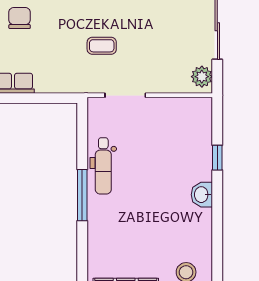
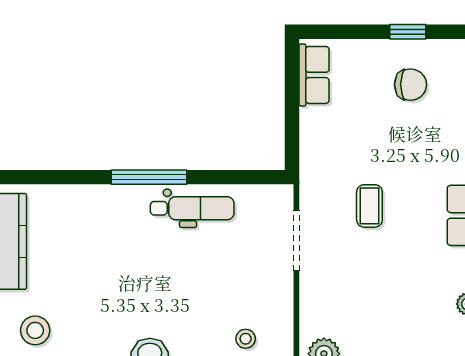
stool: (192, 130) -> (246, 339), added
dental chair: (103, 166) -> (192, 208), turned 180

